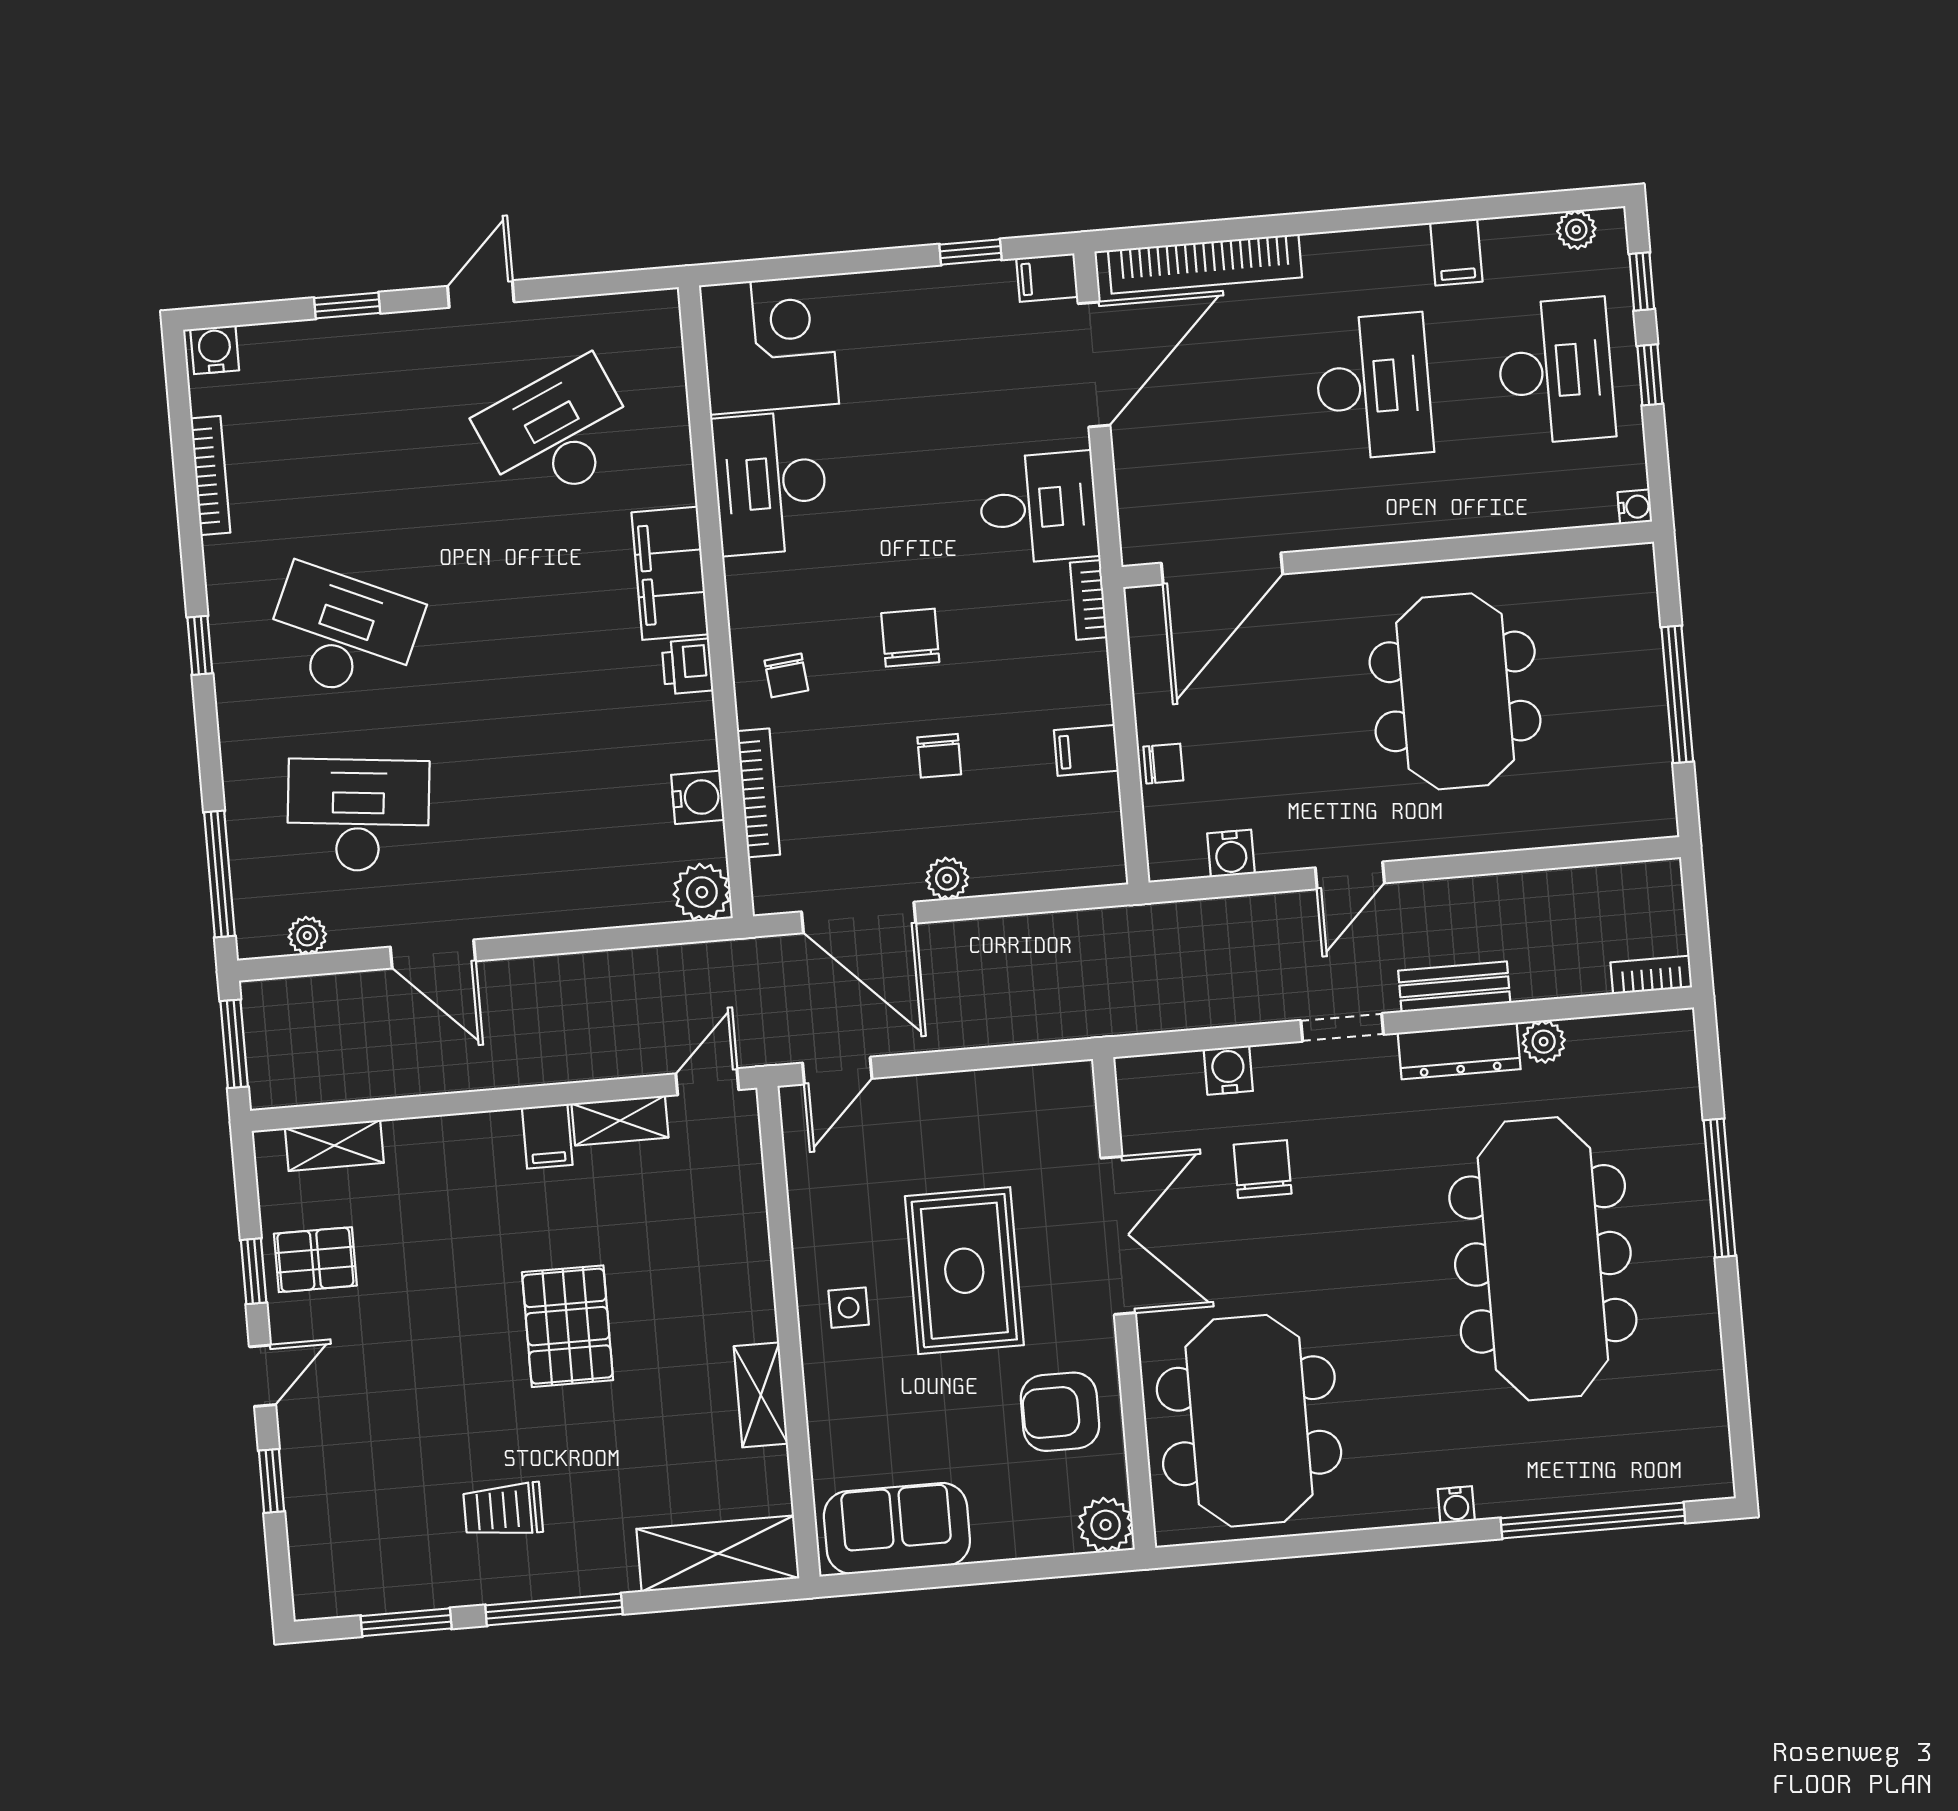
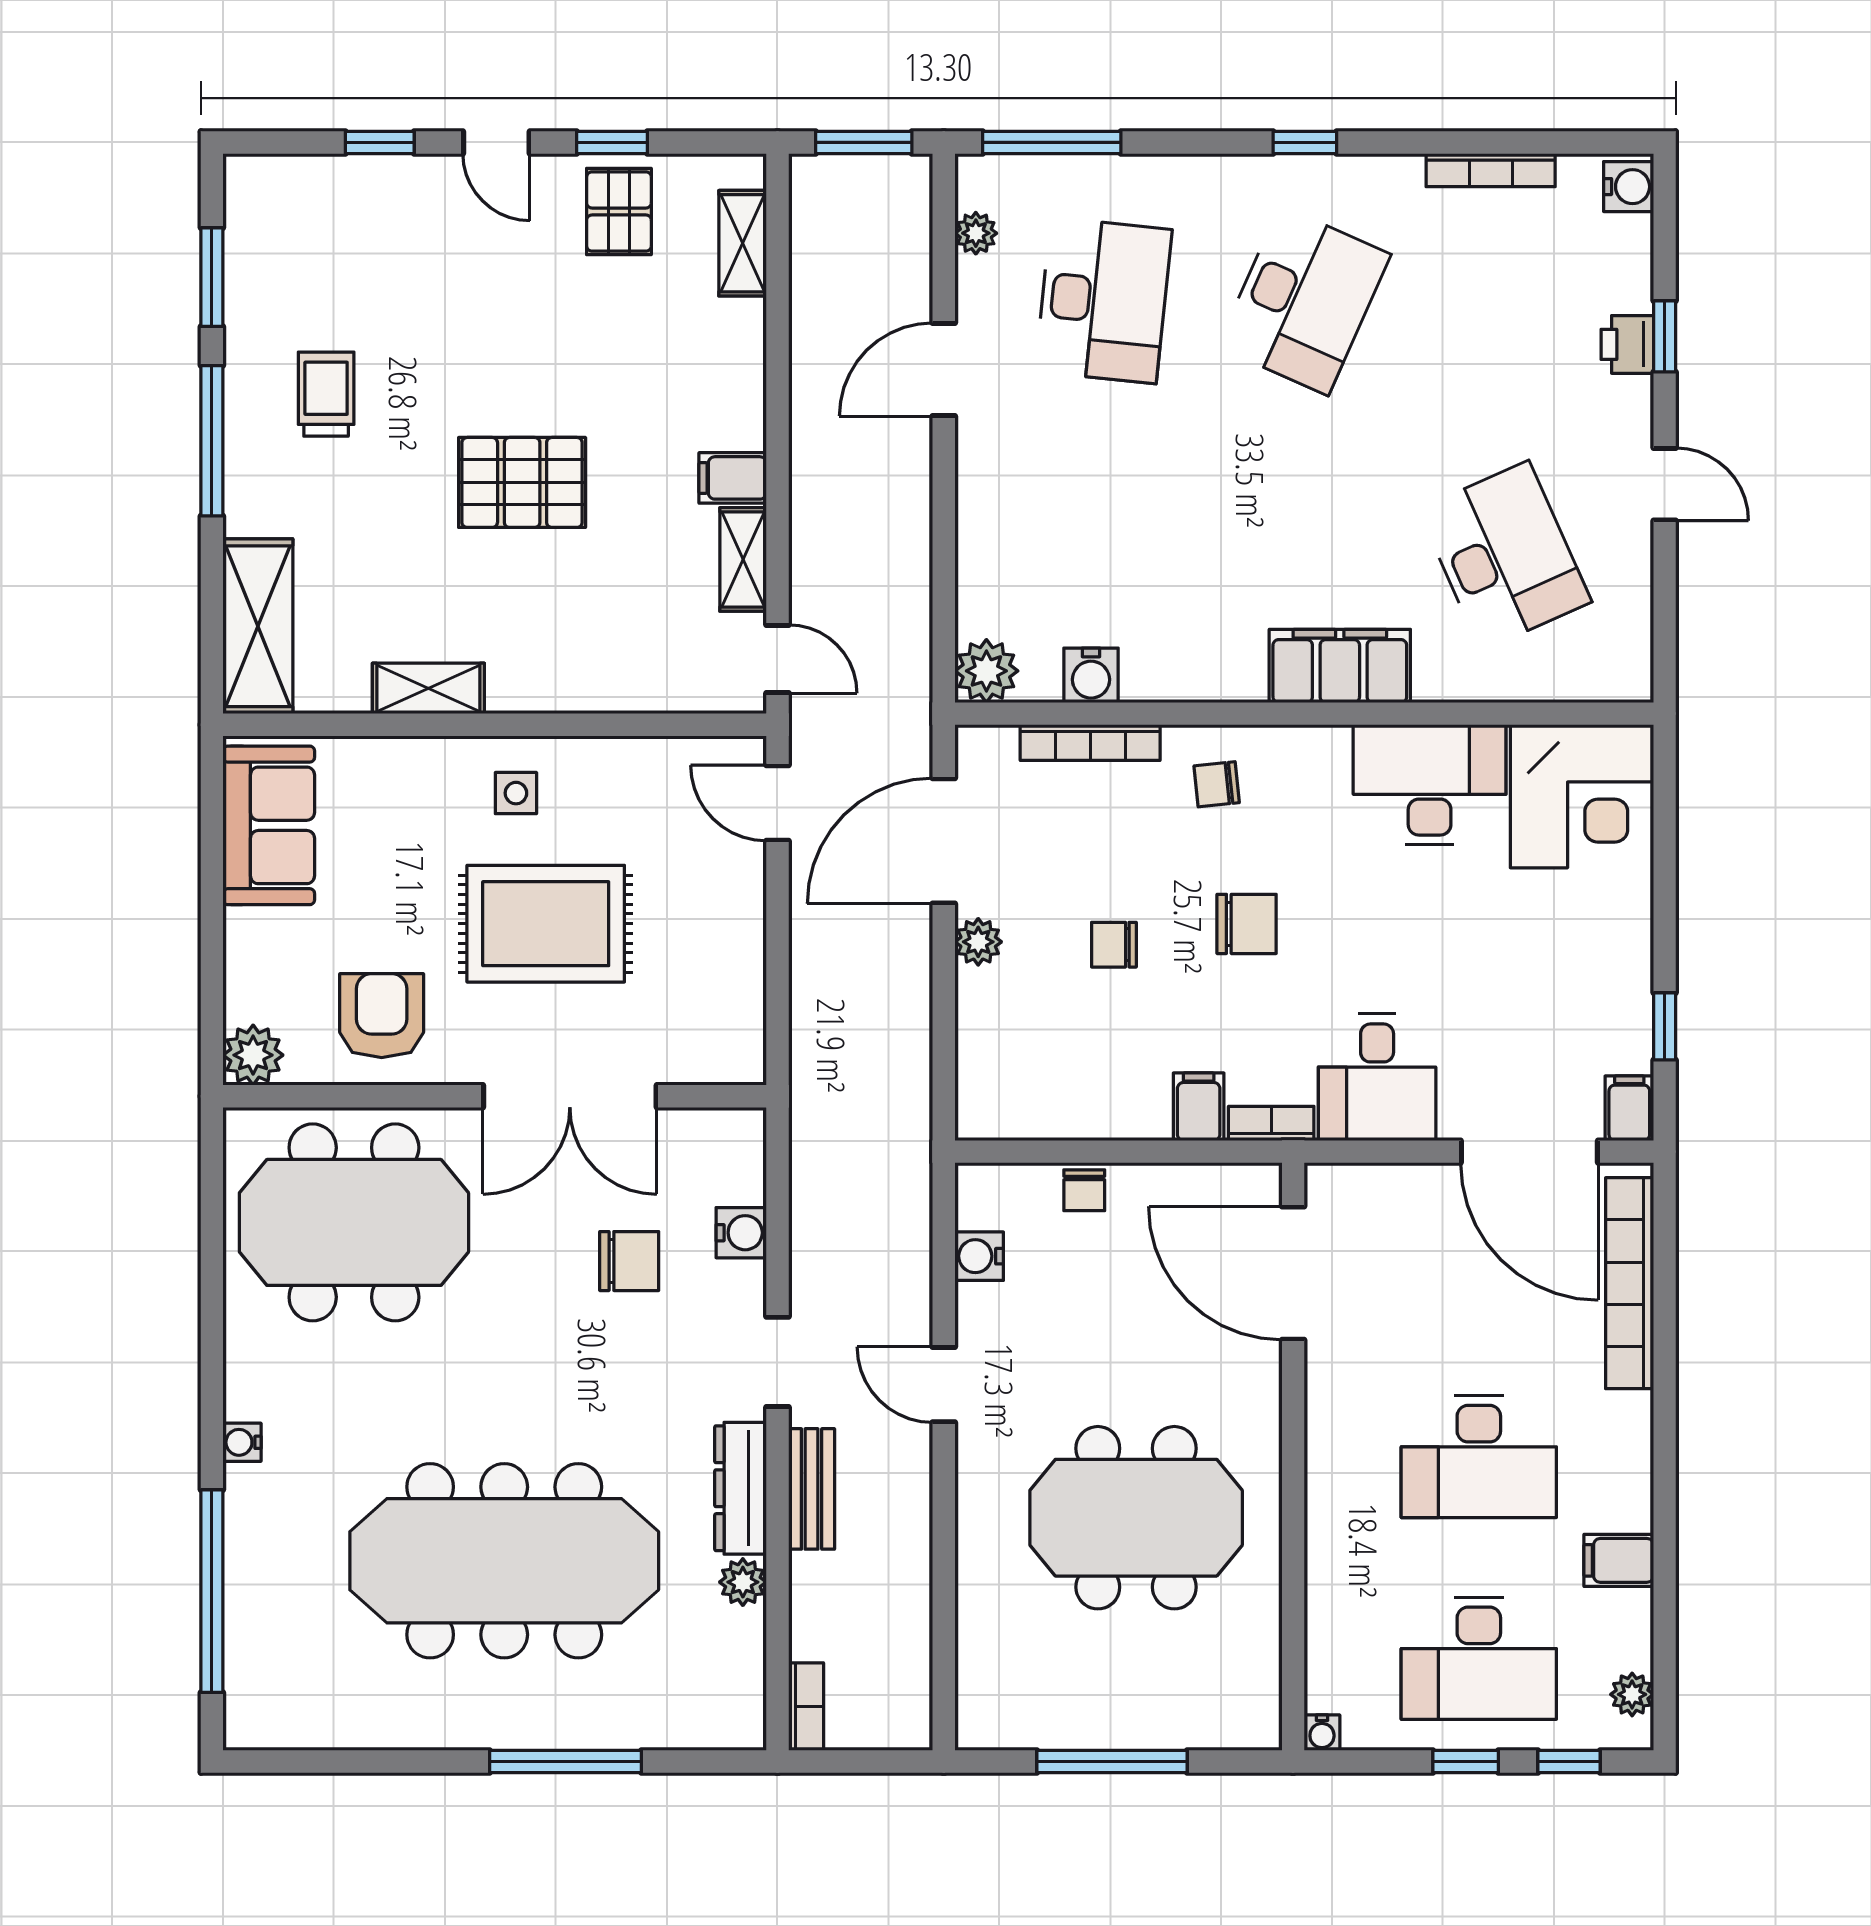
printer: (687, 666) -> (1627, 344), moved, turned -90
filing cabinet: (1086, 750) -> (1199, 1107), moved

